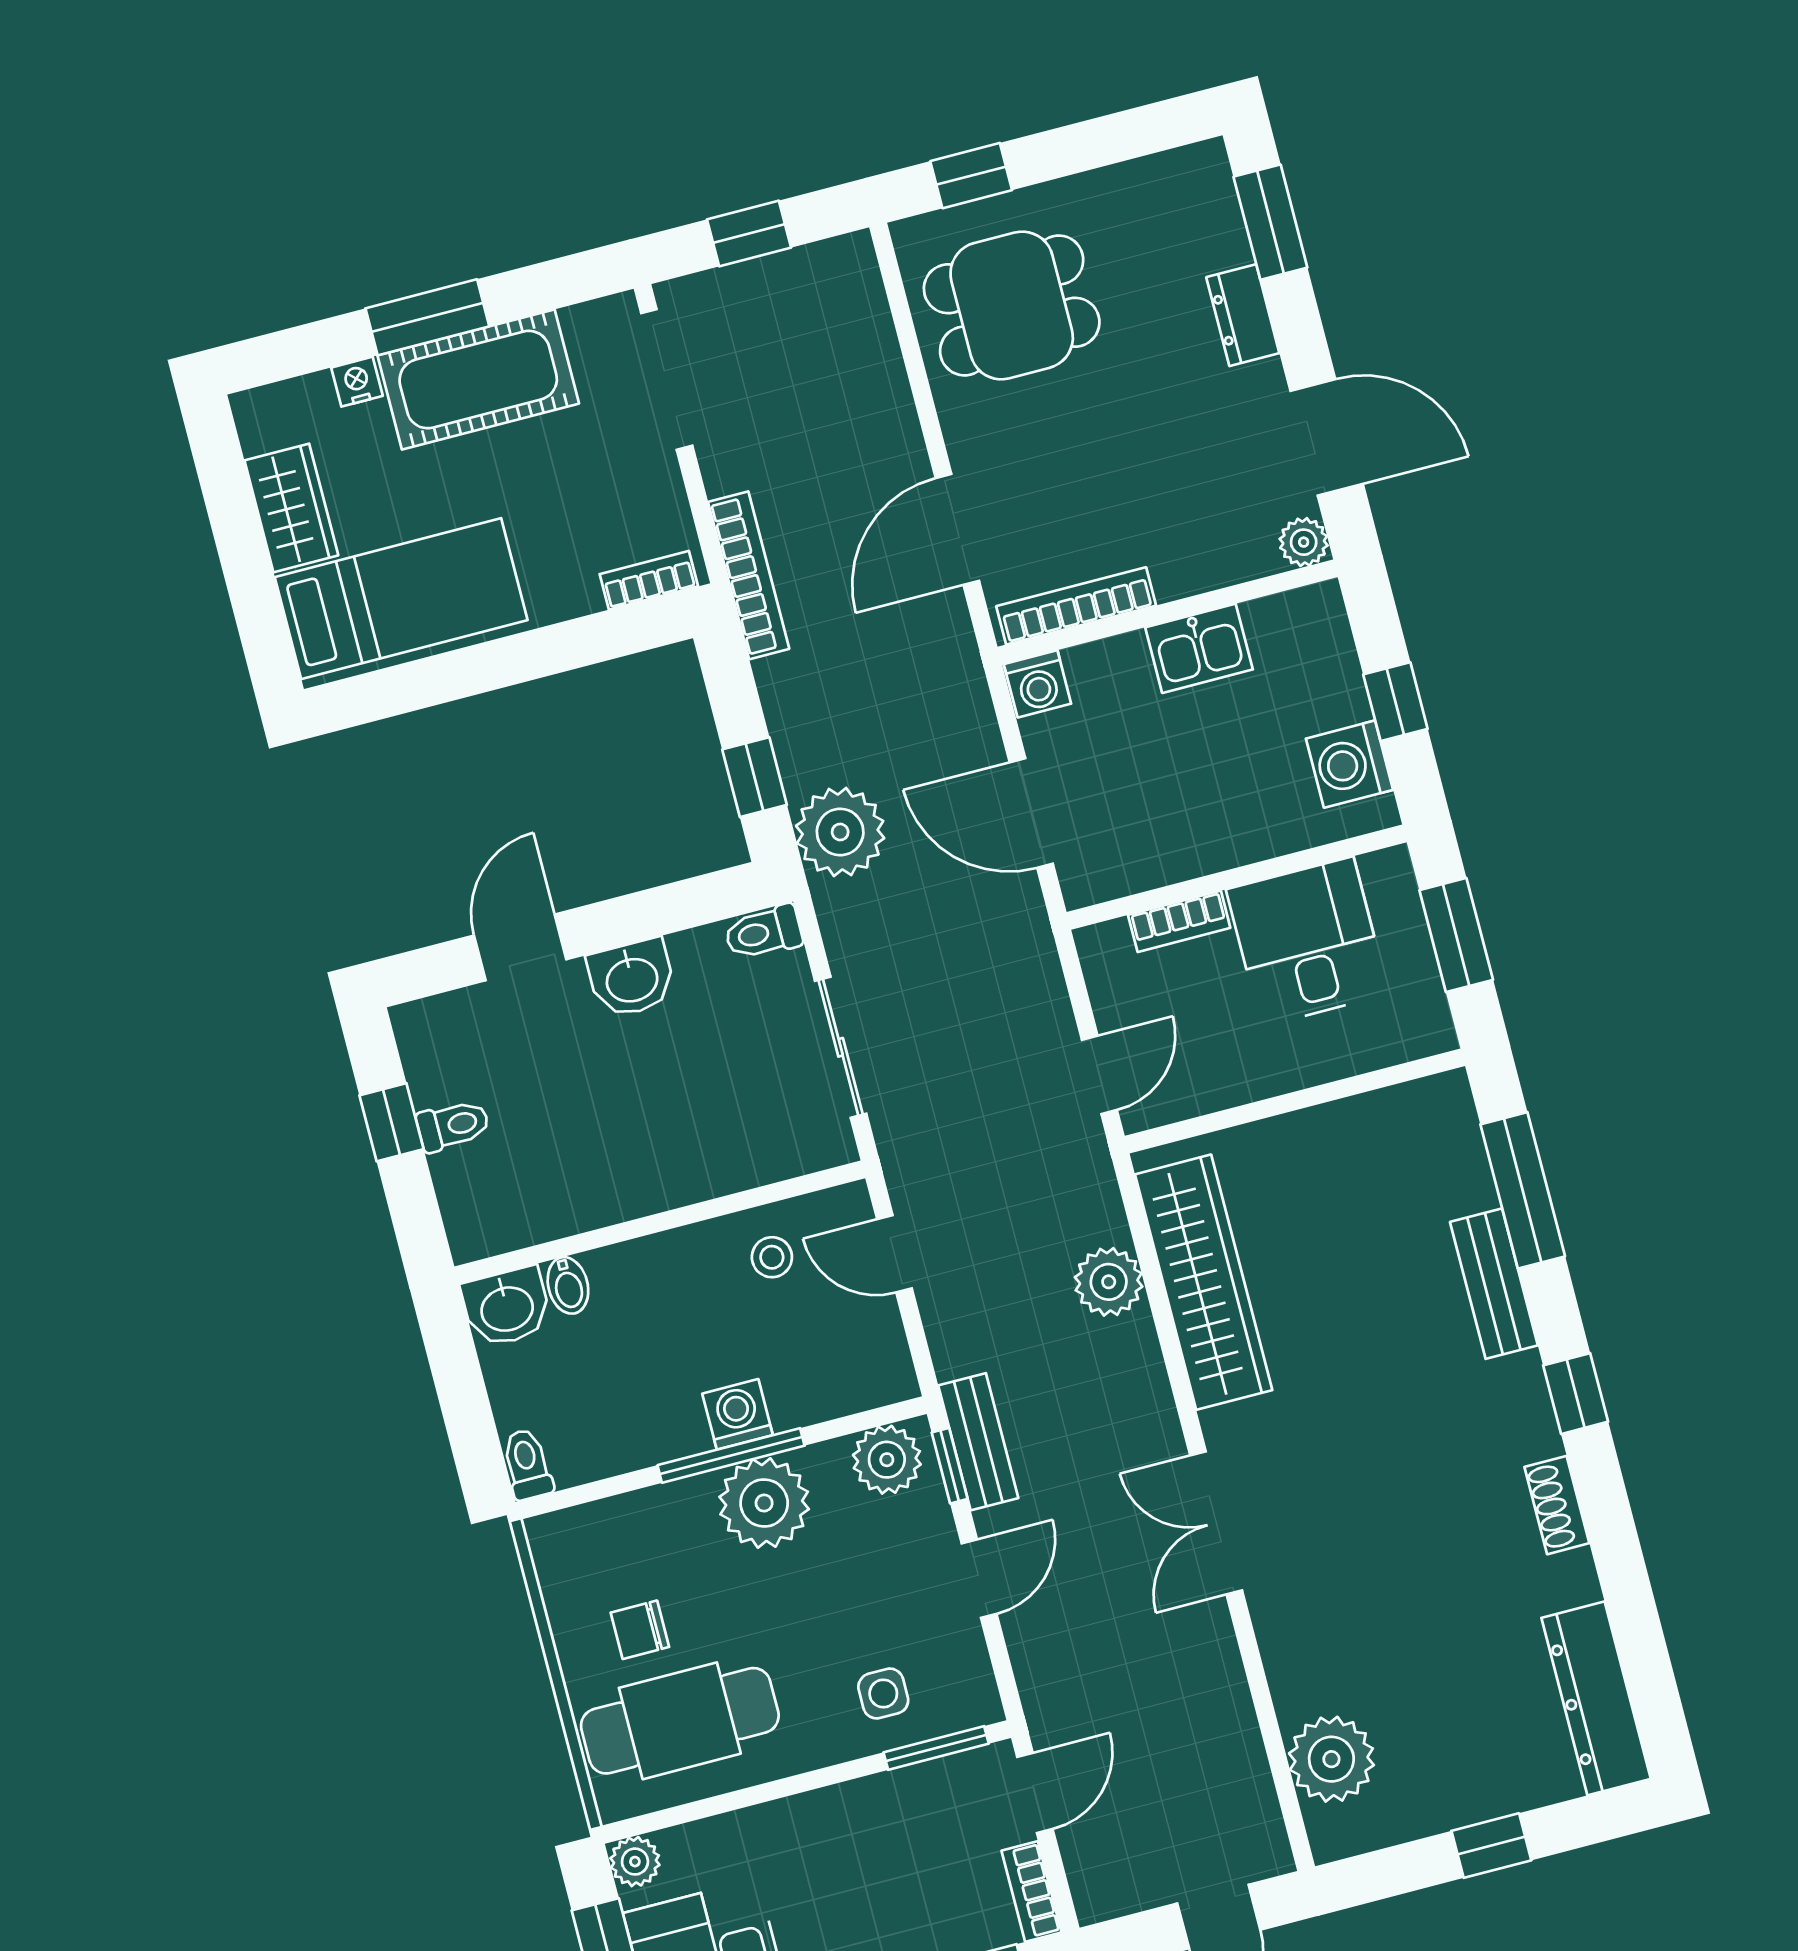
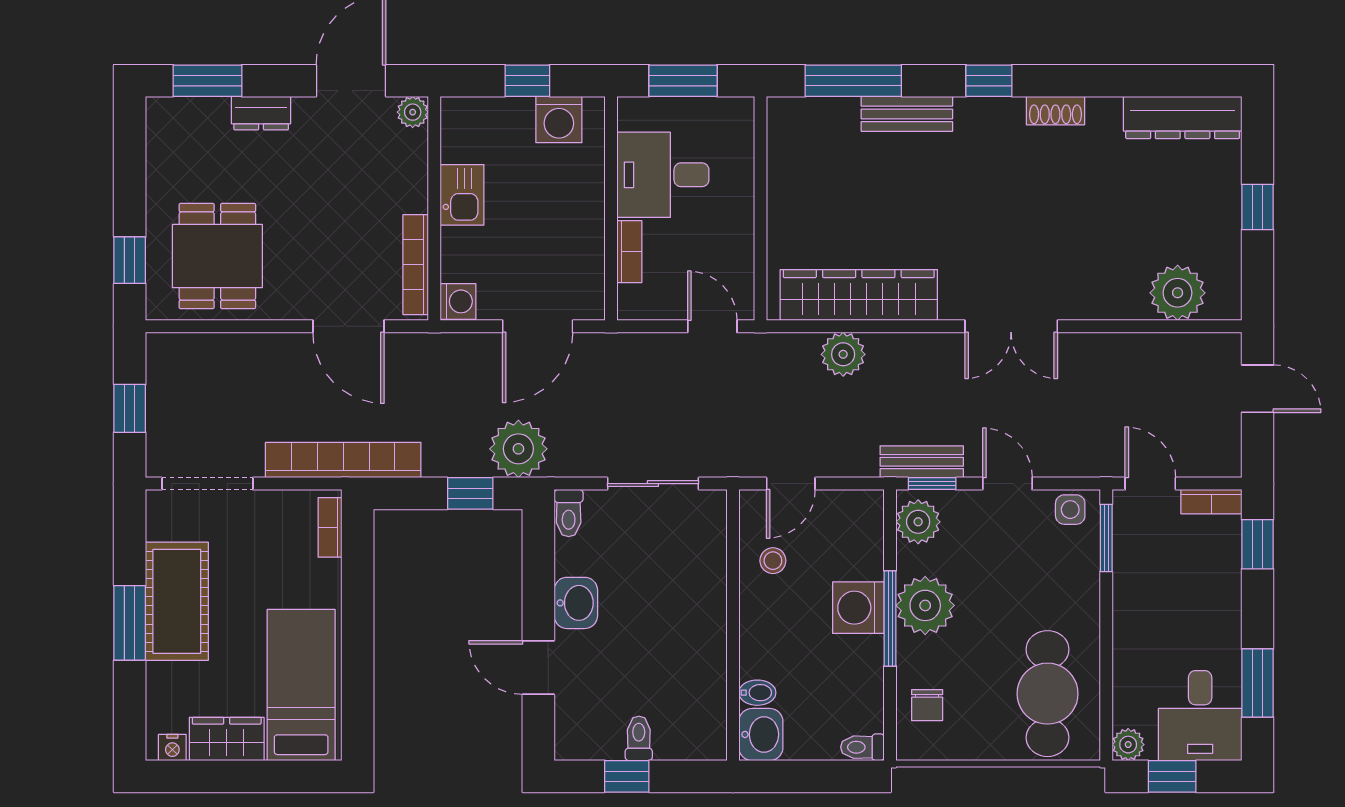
nightstand: (357, 382) -> (172, 747), moved, turned -90
bookcase: (749, 575) -> (343, 460), width x1.48, depth x1.31
washing machine: (738, 1414) -> (858, 608), width x1.38, depth x1.38
chair: (640, 1630) -> (927, 705), moved
side table: (883, 1694) -> (1070, 510), moved

